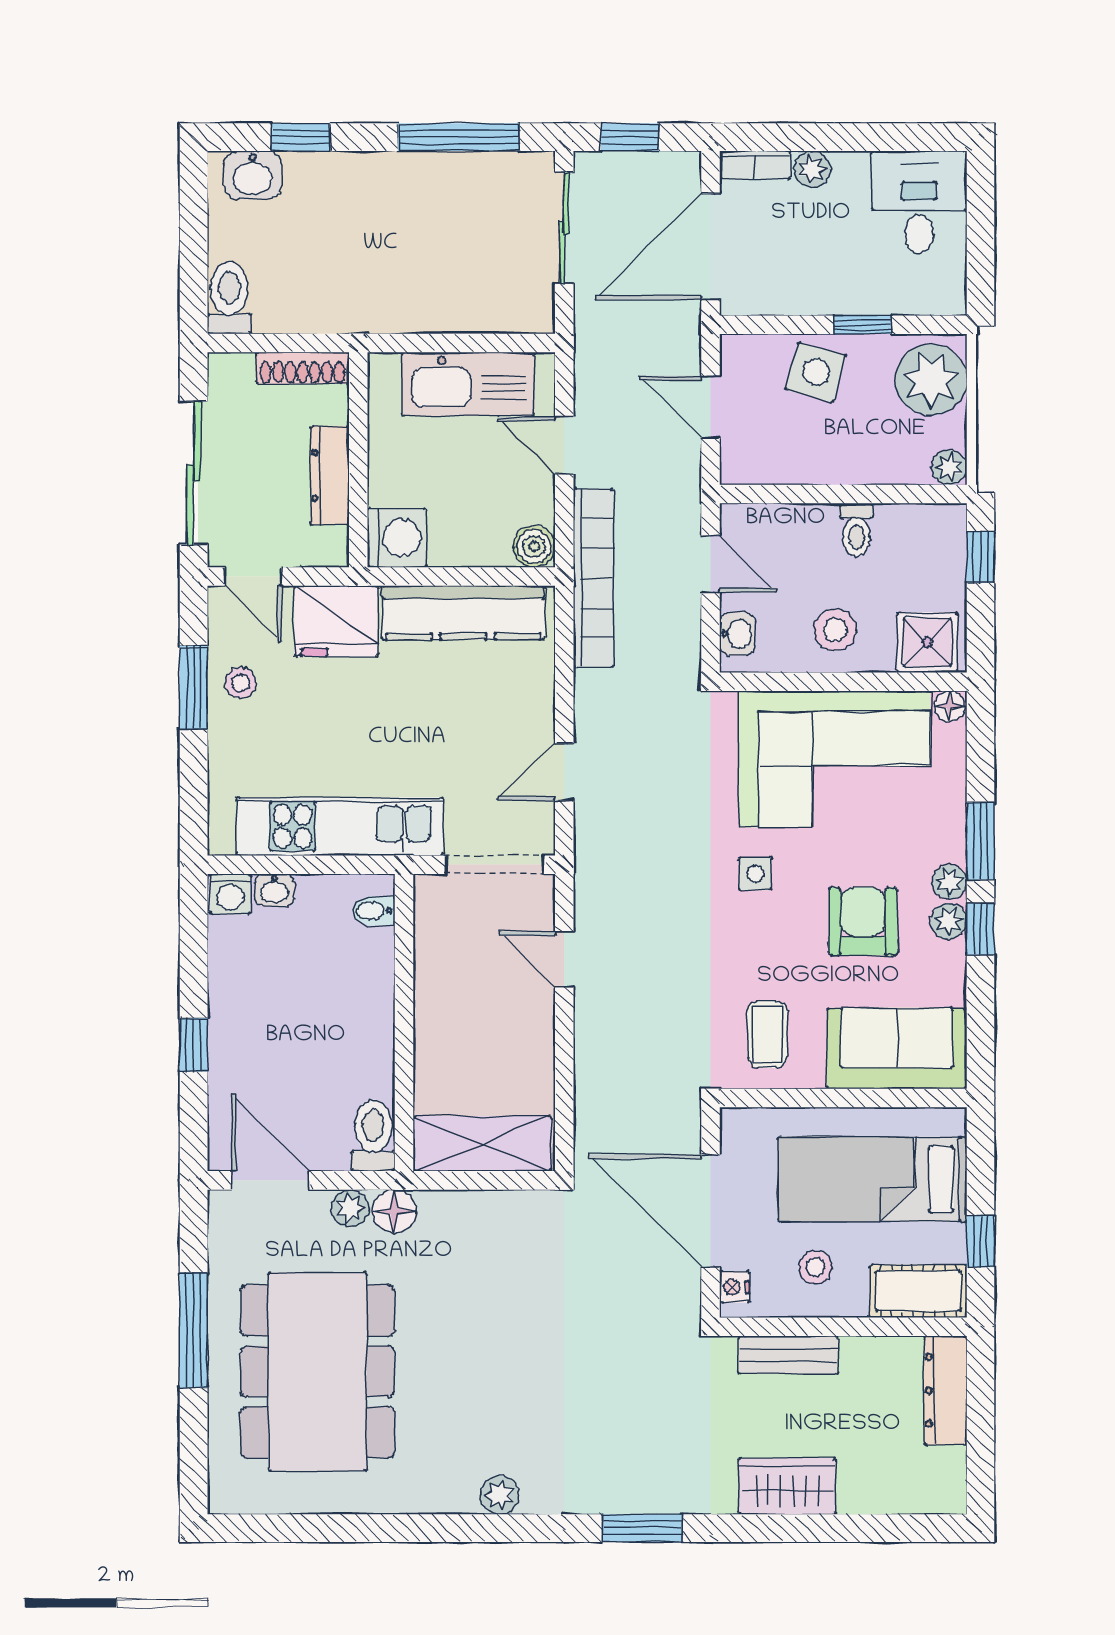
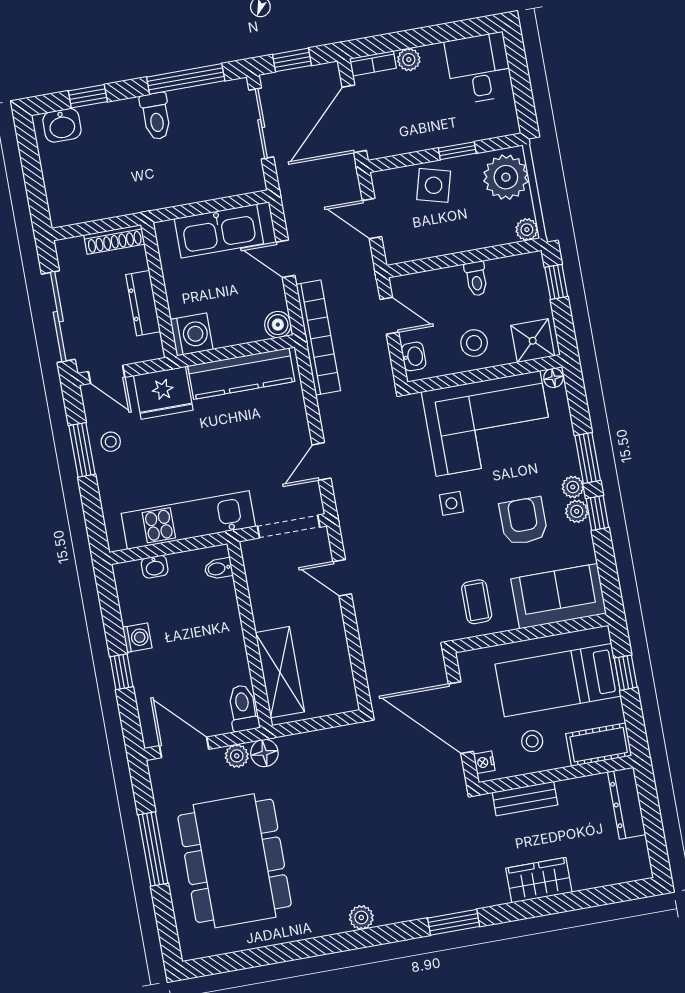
toilet: (229, 298) -> (156, 116), moved, turned 180
washing machine: (230, 894) -> (137, 638), moved, turned -90
shelving: (482, 1144) -> (280, 672), moved, turned 90
window: (981, 1241) -> (626, 673), moved

